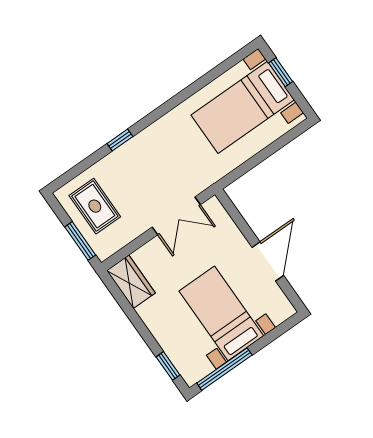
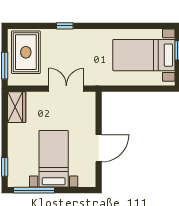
rug: (95, 206) -> (26, 52), width x1.36, depth x1.43
double door: (176, 216) -> (66, 89), swing flipped

